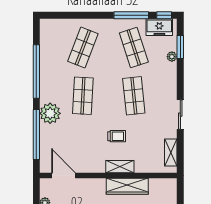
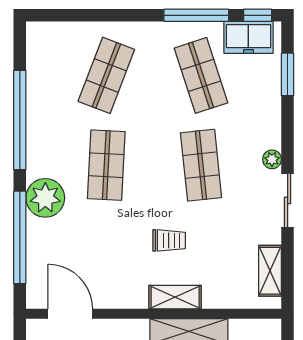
plant: (172, 57) -> (272, 159), moved

